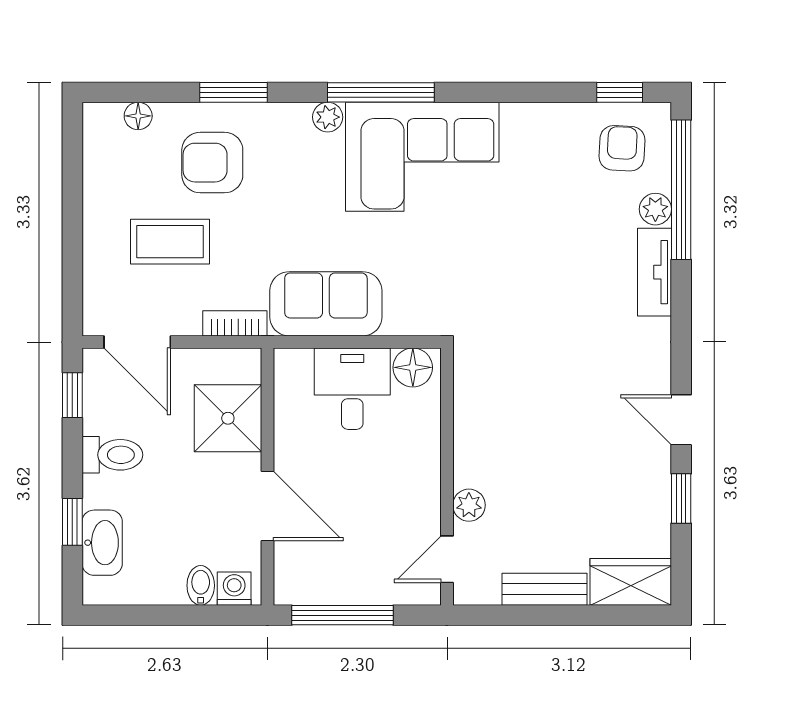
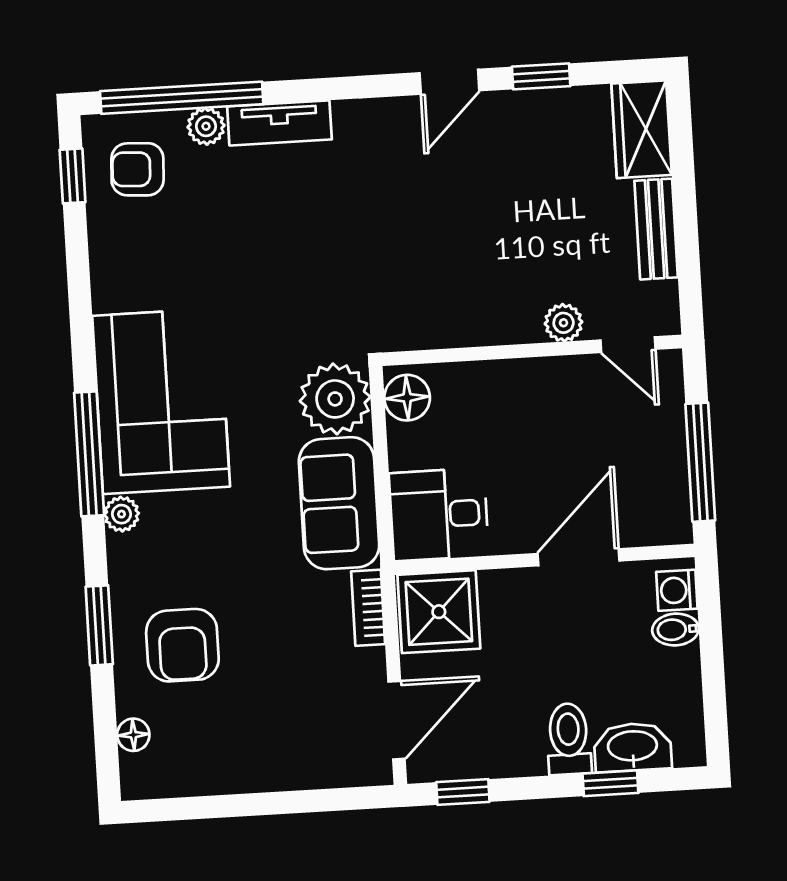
coffee table: (170, 242) -> (277, 689), removed
plant: (415, 306) -> (335, 399), added
desk: (352, 389) -> (439, 515), moved
shower: (228, 418) -> (439, 612), moved
toilet: (112, 455) -> (569, 739), moved

